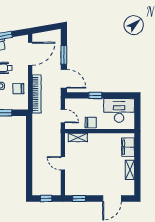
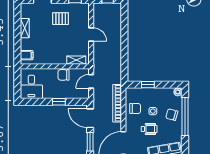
desk: (119, 110) -> (31, 87), width x0.73
door: (63, 116) -> (91, 81), hinge flipped
filing cabinet: (128, 147) -> (27, 55), width x0.50
pallet: (94, 179) -> (61, 19), added

